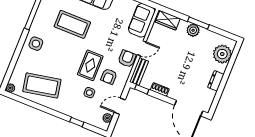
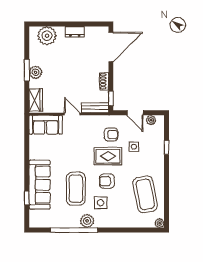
plant: (39, 23) -> (87, 221), added
side table: (36, 44) -> (101, 203), moved
armchair: (127, 59) -> (107, 181), moved

